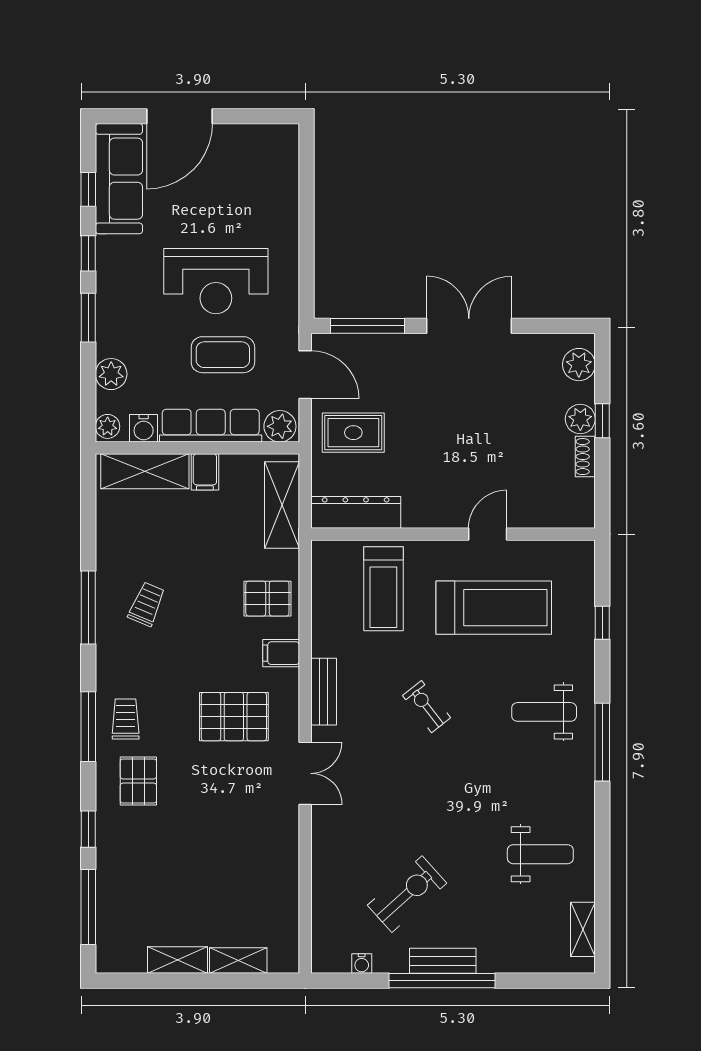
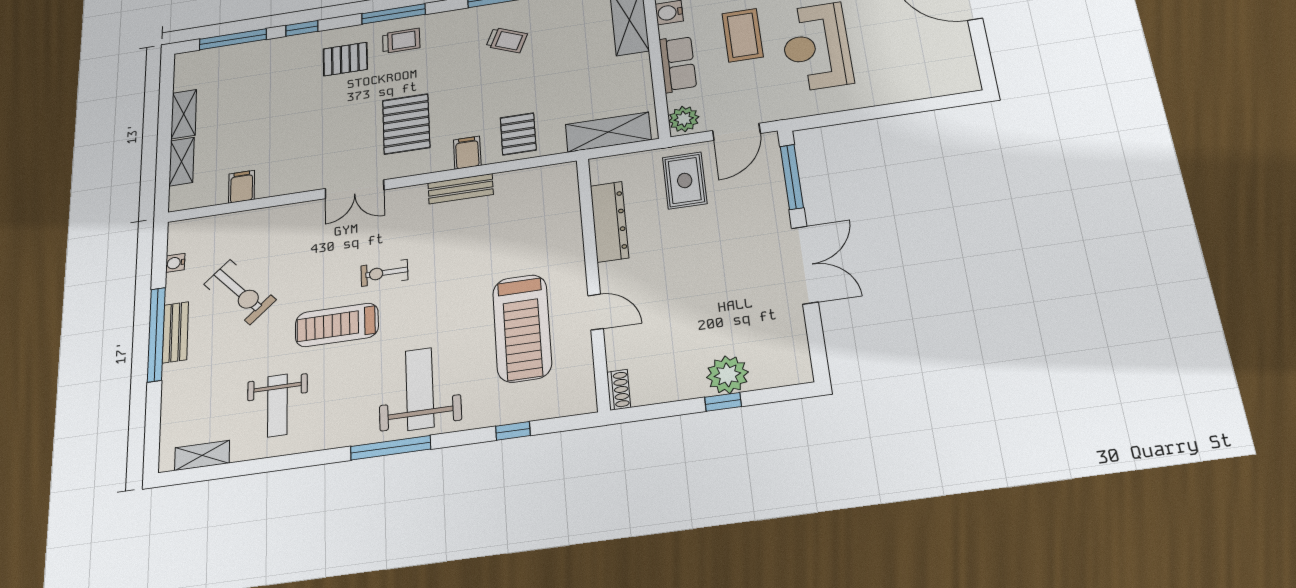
coffee table: (223, 355) -> (743, 35), moved
plant: (579, 365) -> (779, 371), removed
plant: (580, 419) -> (727, 375), width x1.36, depth x1.36
row of seats: (211, 426) -> (678, 64), width x0.68
shoe rack: (585, 457) -> (619, 390), moved, turned 90
filing cabinet: (205, 472) -> (242, 187), moved, turned 90
dresser: (356, 512) -> (609, 222), moved
treadmill: (383, 589) -> (337, 325), moved
bench: (324, 692) -> (461, 189), moved
exercise bike: (426, 707) -> (384, 273), moved, turned -142
weight bench: (544, 712) -> (420, 389), width x1.36, depth x1.33

